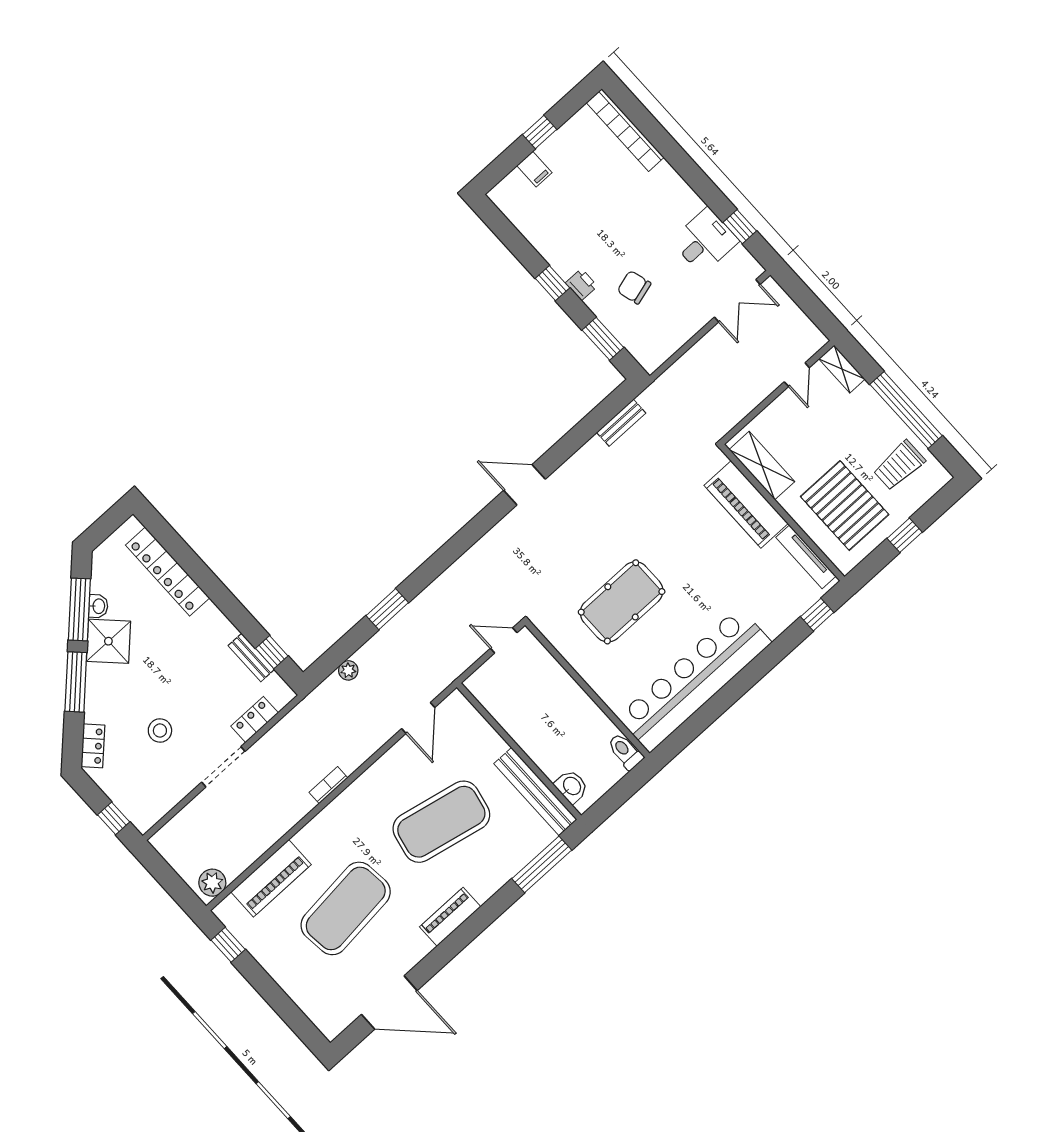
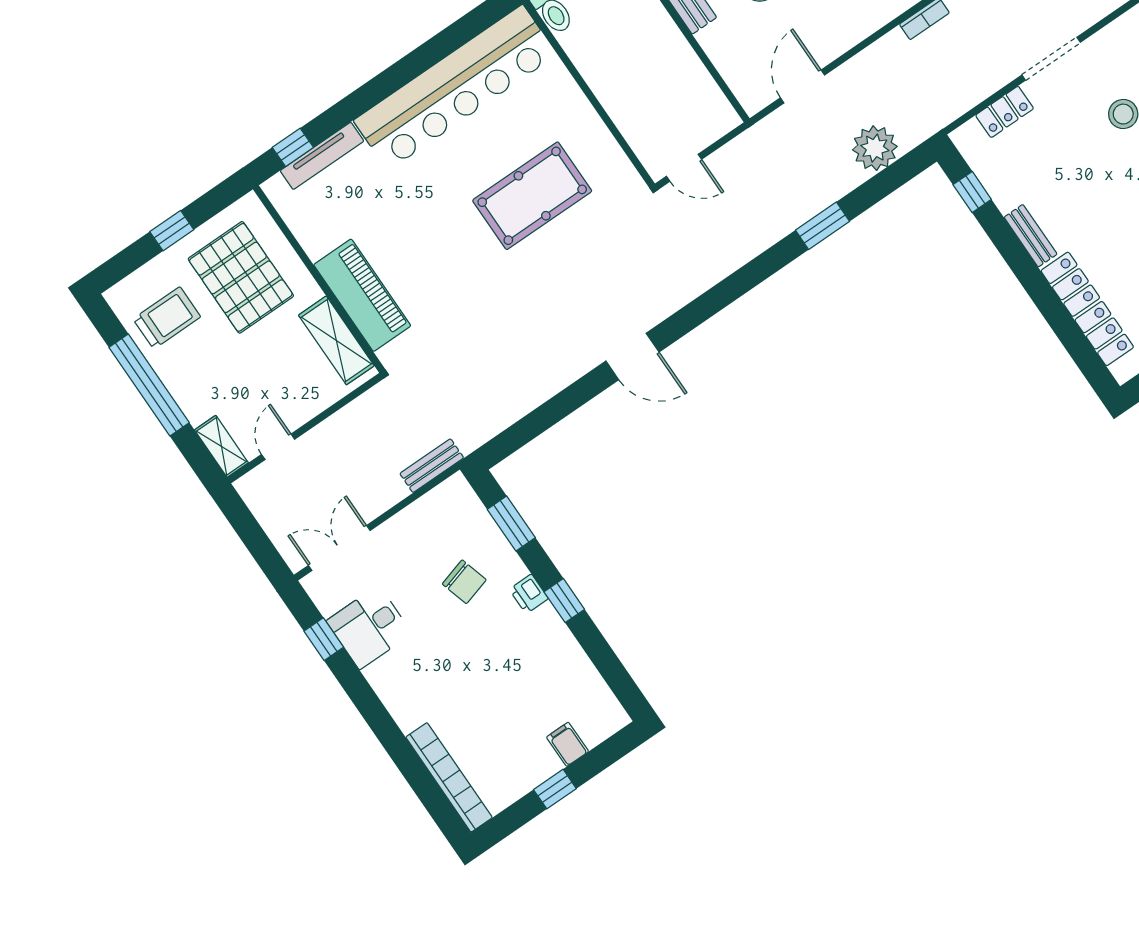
bench: (621, 423) -> (432, 466), moved
tv unit: (806, 557) -> (322, 156), moved, turned 90
bench: (251, 658) -> (1031, 236), moved
plant: (348, 670) -> (875, 148), width x1.88, depth x1.88

